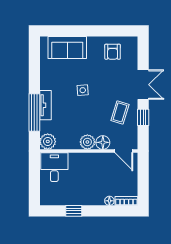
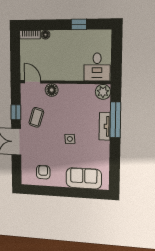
plant: (87, 142) -> (66, 91), removed

